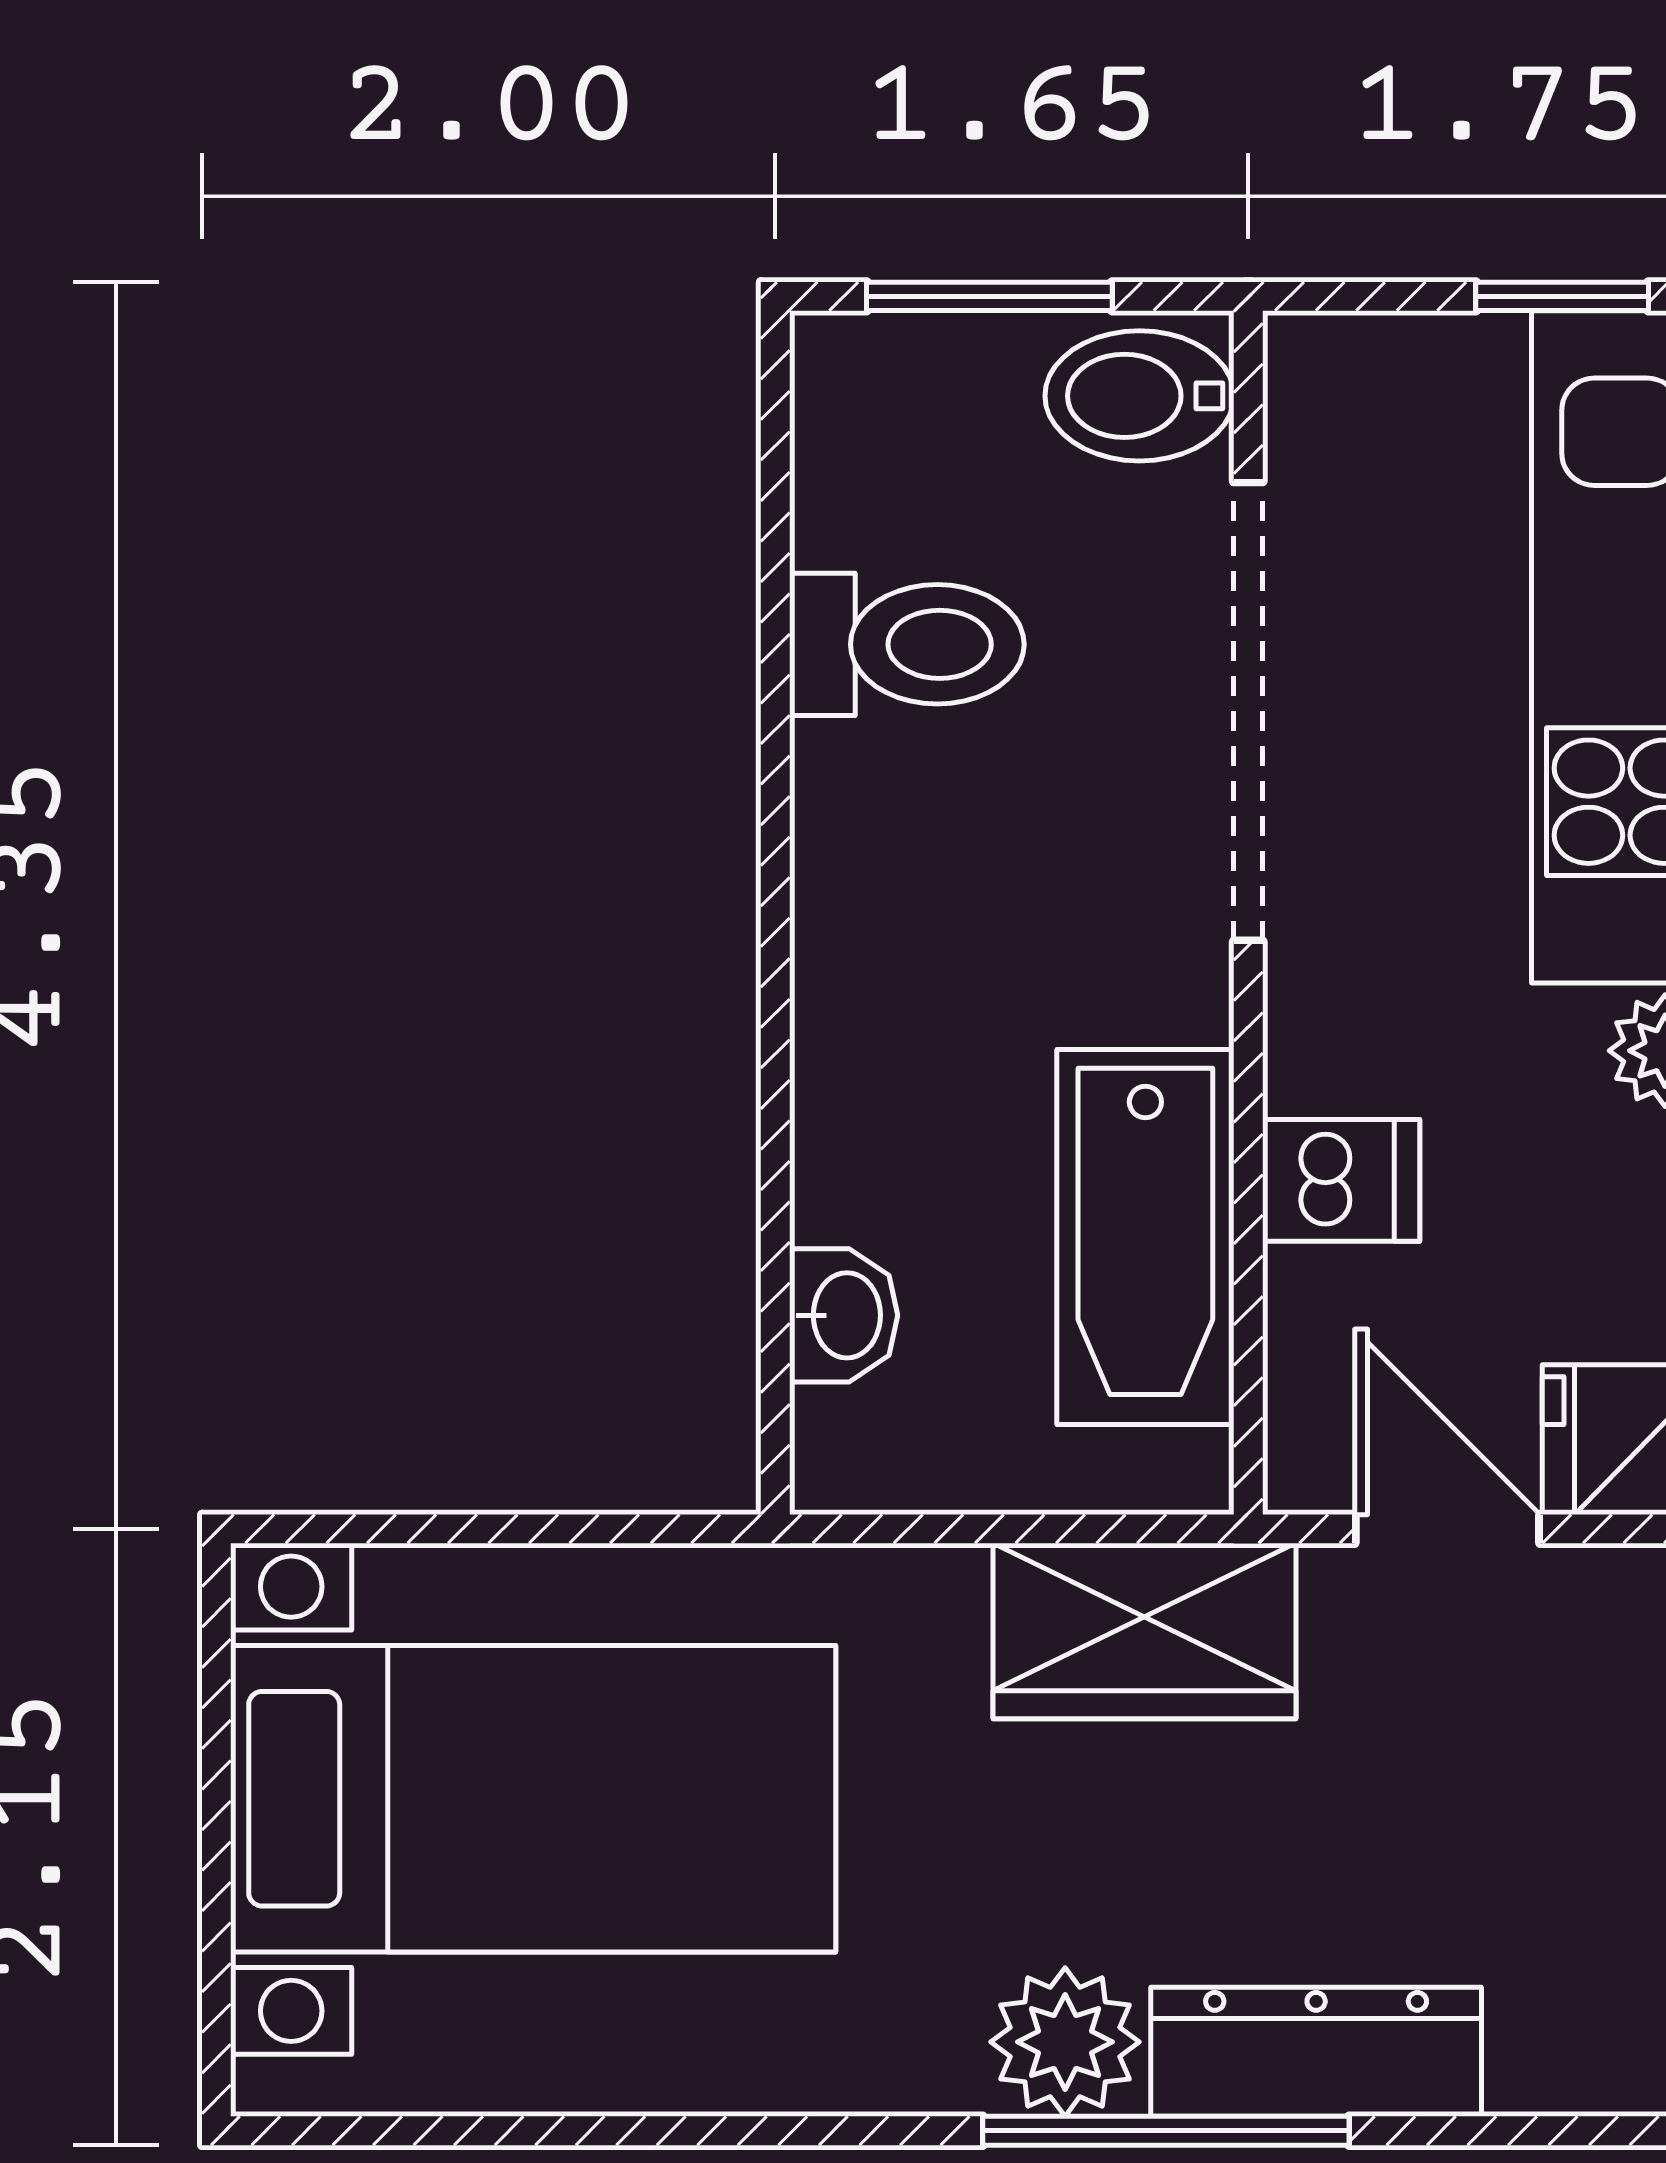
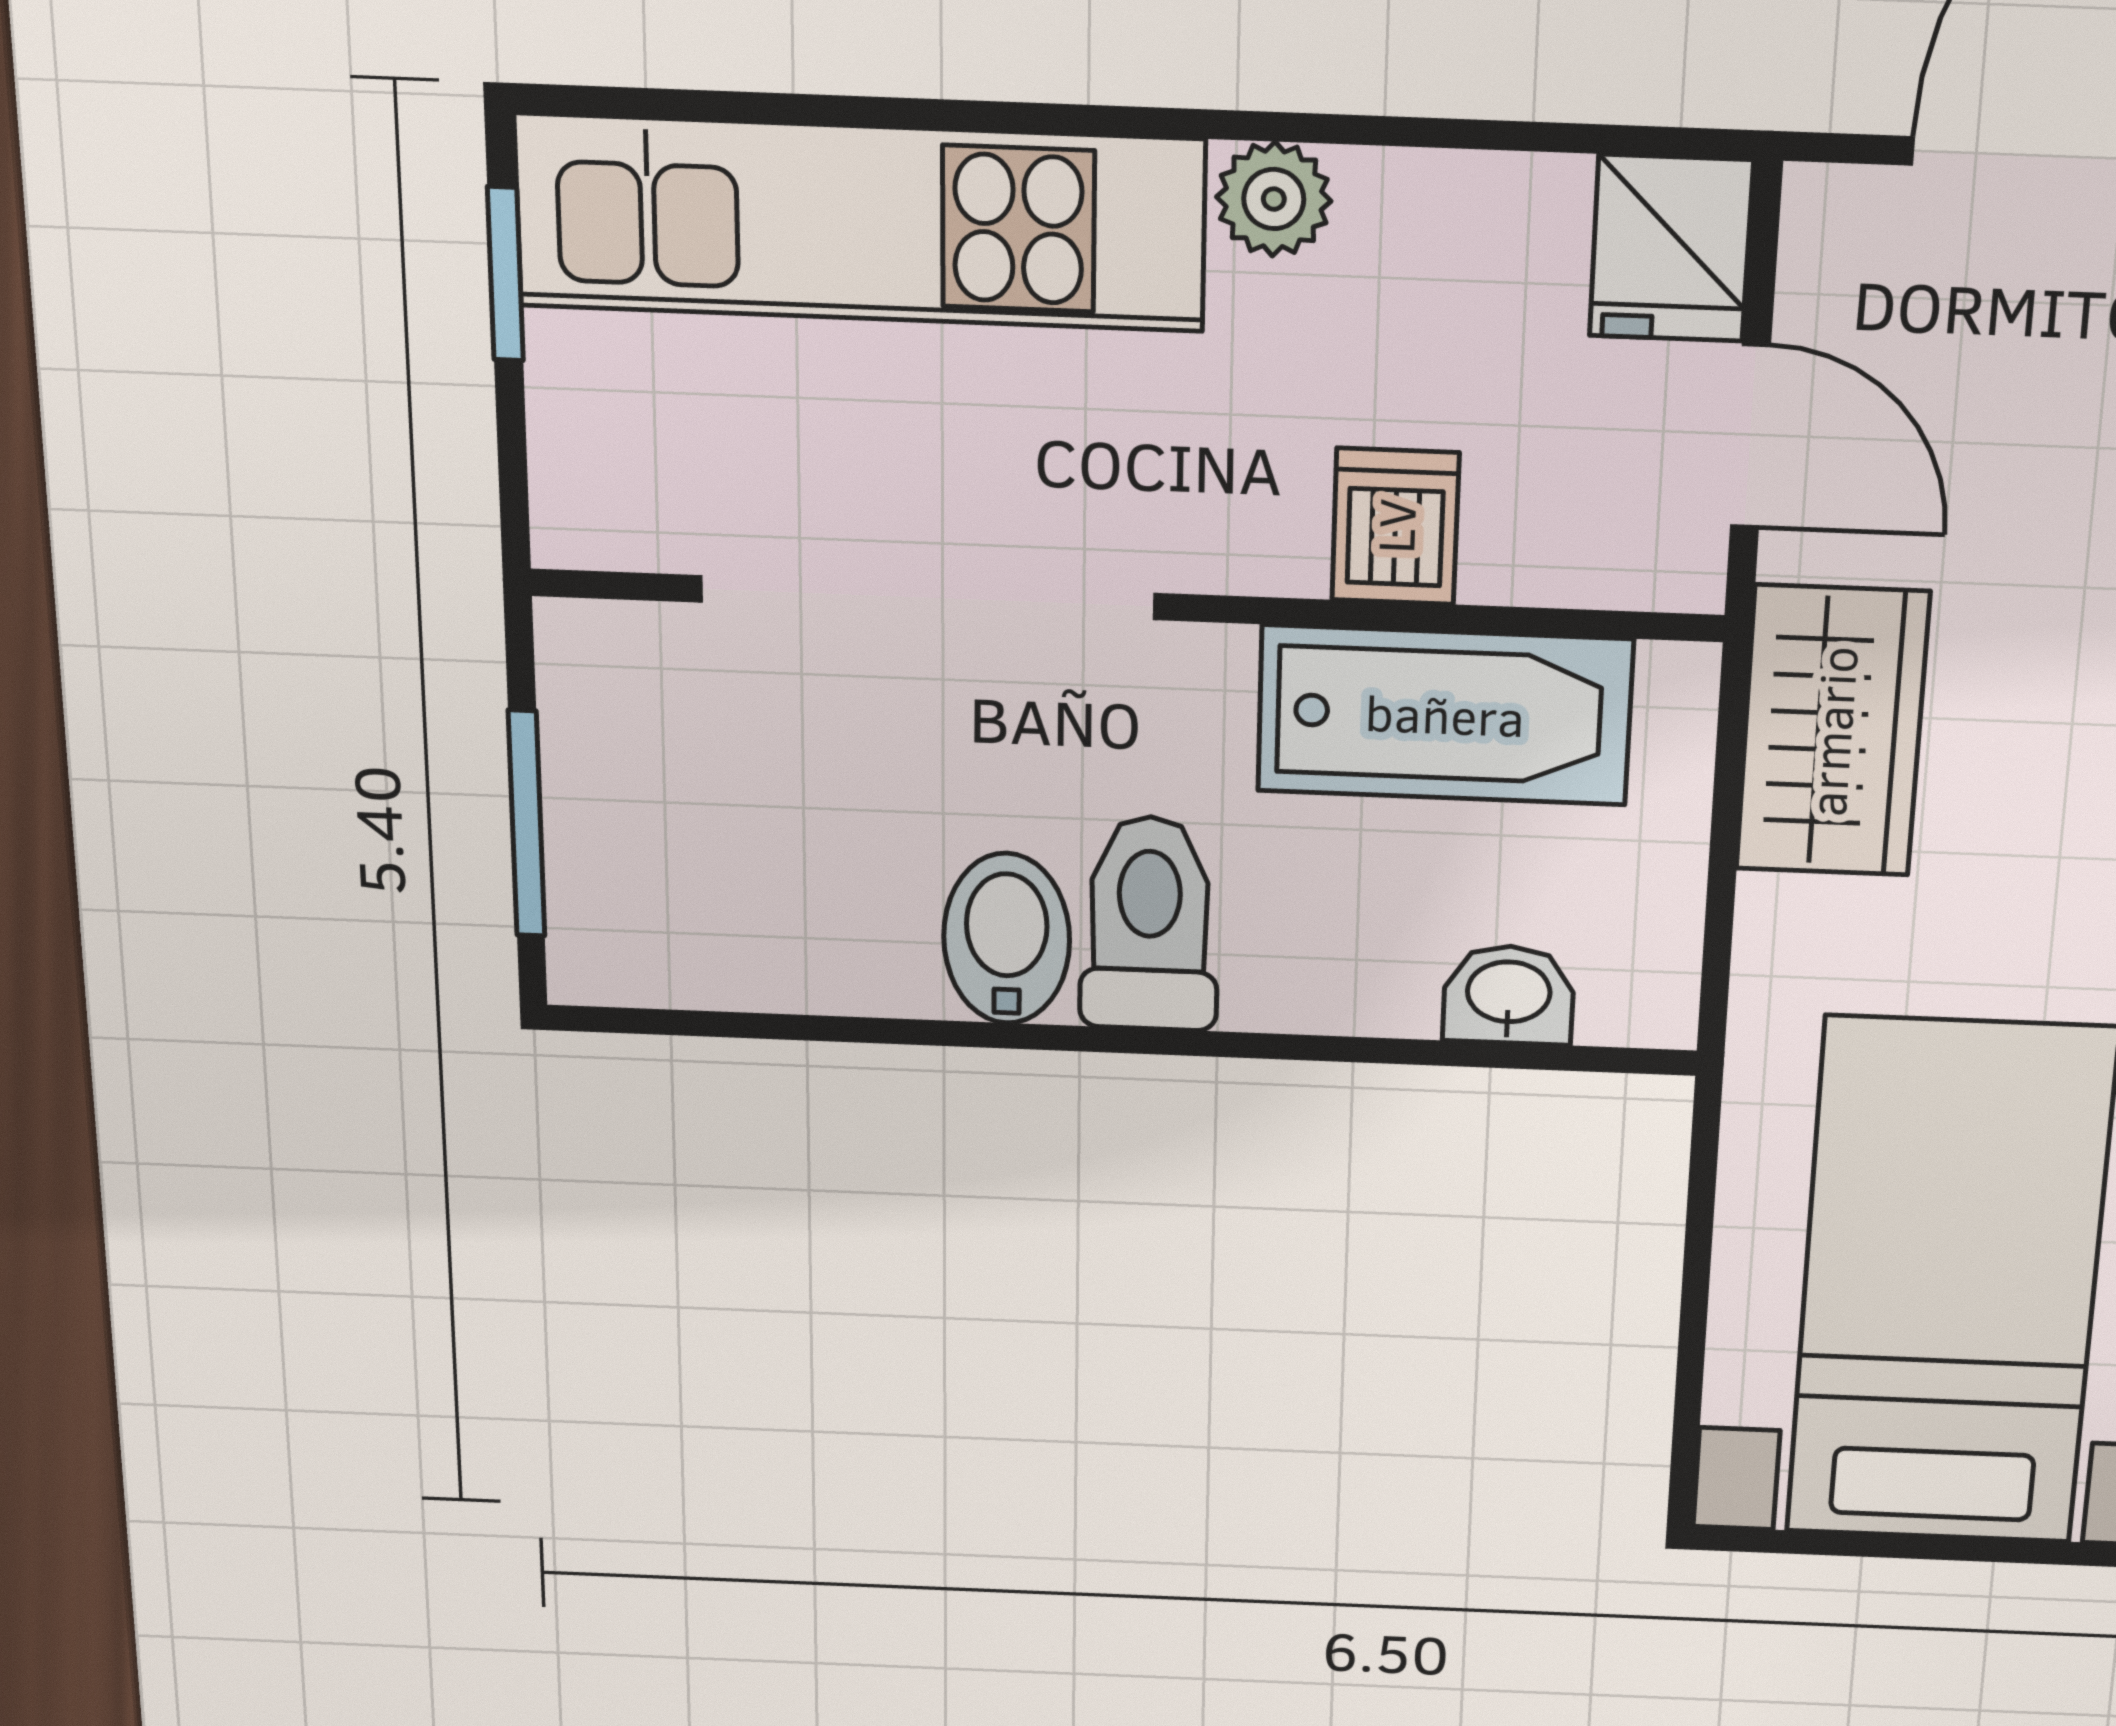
bidet: (1139, 396) -> (1007, 939), moved, turned 180
toilet: (907, 644) -> (1149, 924), moved
door: (1447, 1529) -> (1750, 436), swing flipped

